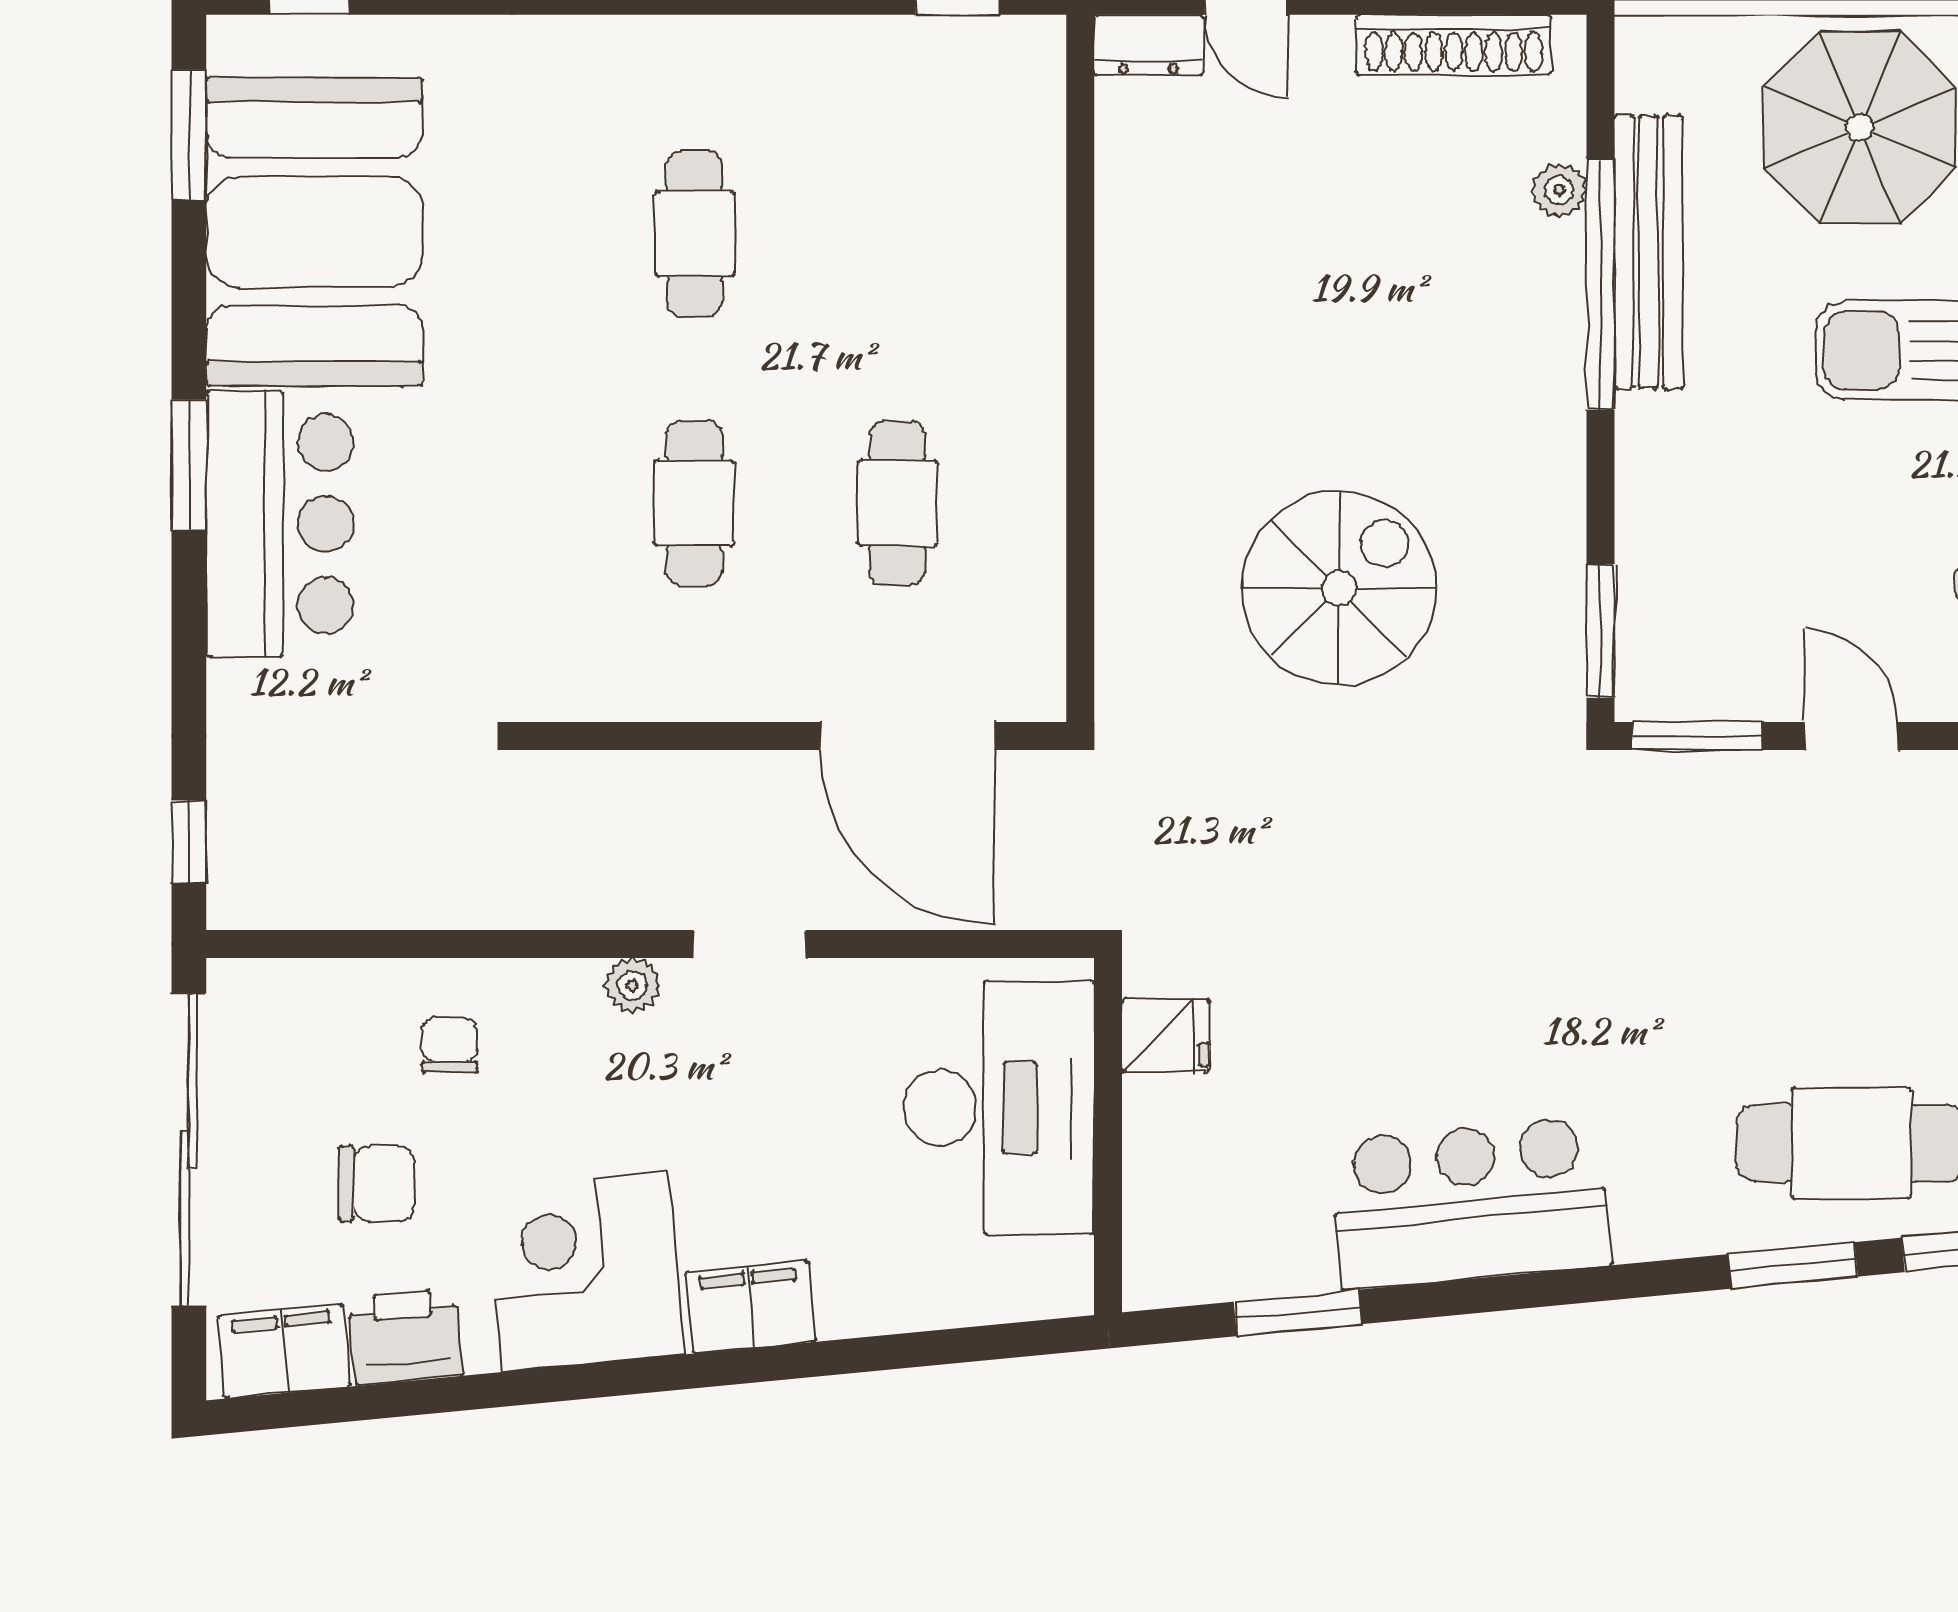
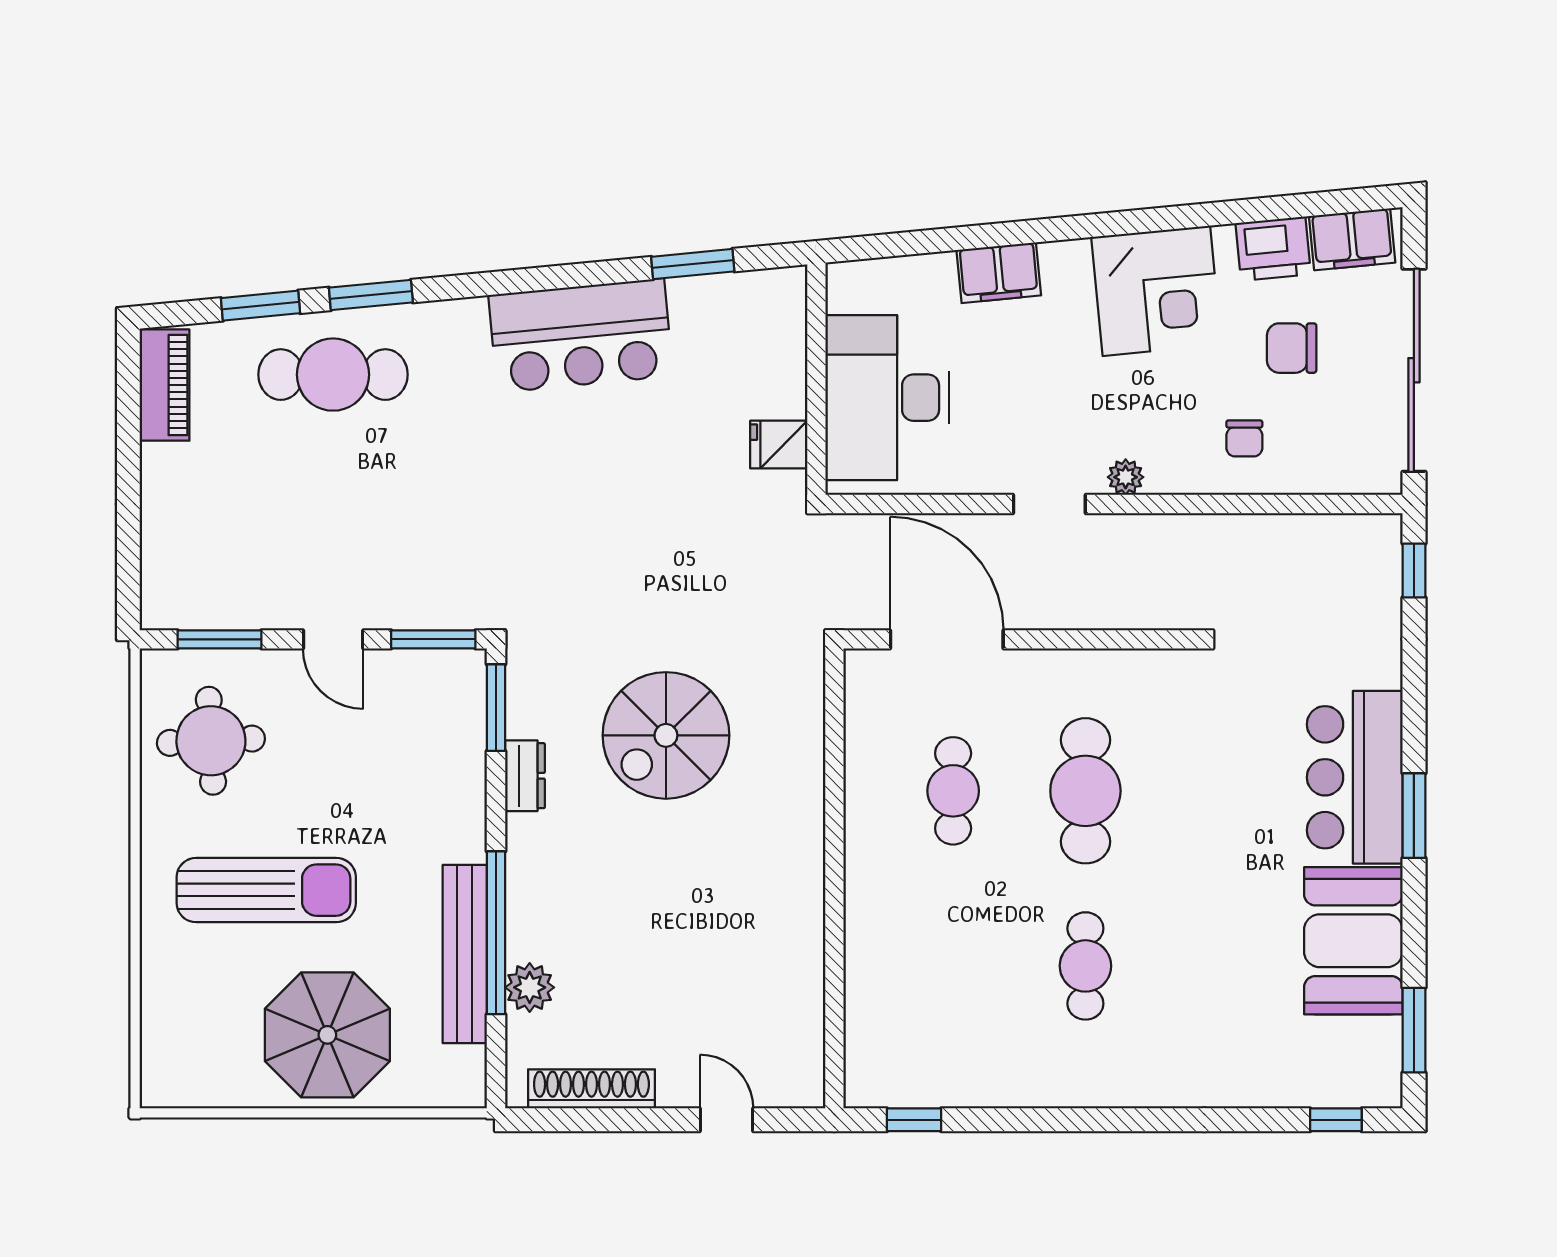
dresser: (1148, 45) -> (525, 776), moved, turned 90
plant: (1559, 190) -> (530, 987), width x1.38, depth x1.38
booth: (314, 232) -> (1353, 941), width x0.73, depth x0.70
cafe table: (694, 503) -> (1085, 791), width x1.37, depth x1.35
filing cabinet: (751, 1307) -> (999, 273), moved

